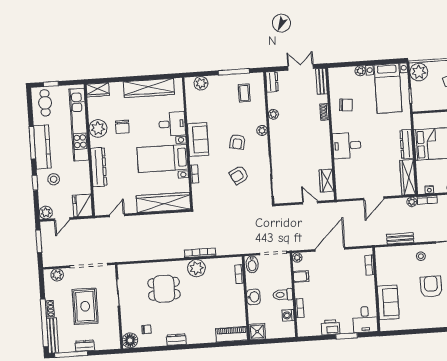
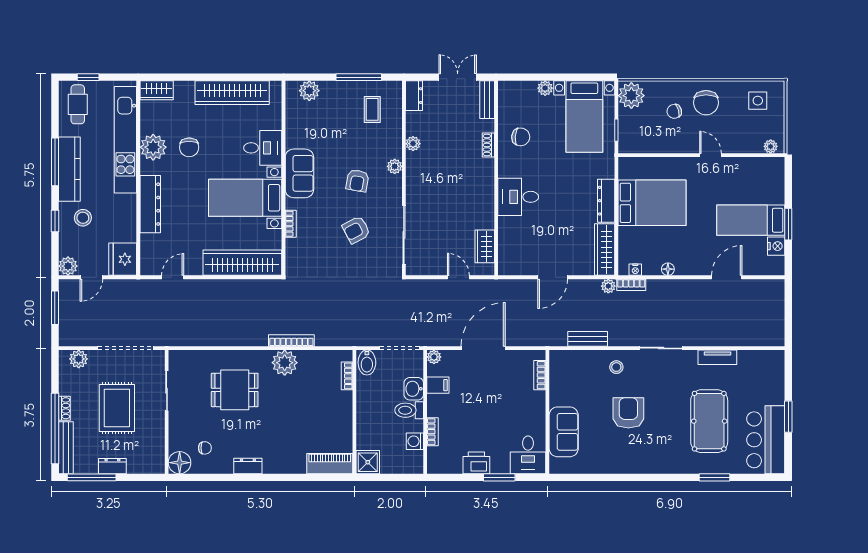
washbasin: (253, 297) -> (414, 389), moved, turned 180

